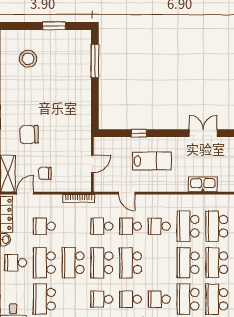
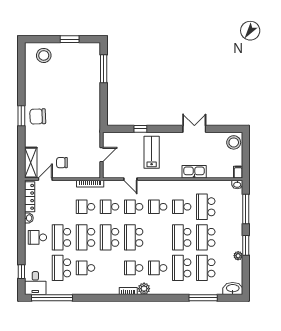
stool: (28, 59) -> (44, 55), moved
chair: (29, 134) -> (38, 116), moved
lab bench: (152, 161) -> (152, 152), turned -90
school desk: (44, 226) -> (85, 207), moved
school desk: (188, 226) -> (182, 207), width x0.54
school desk: (102, 299) -> (85, 268), moved

